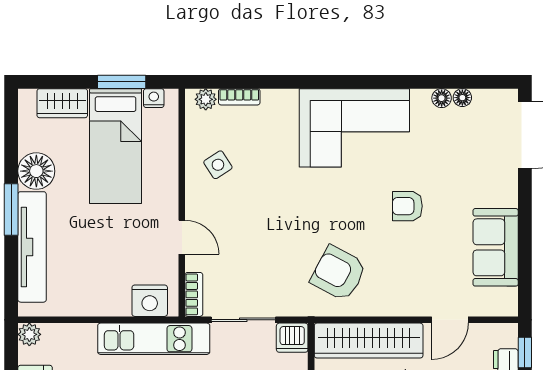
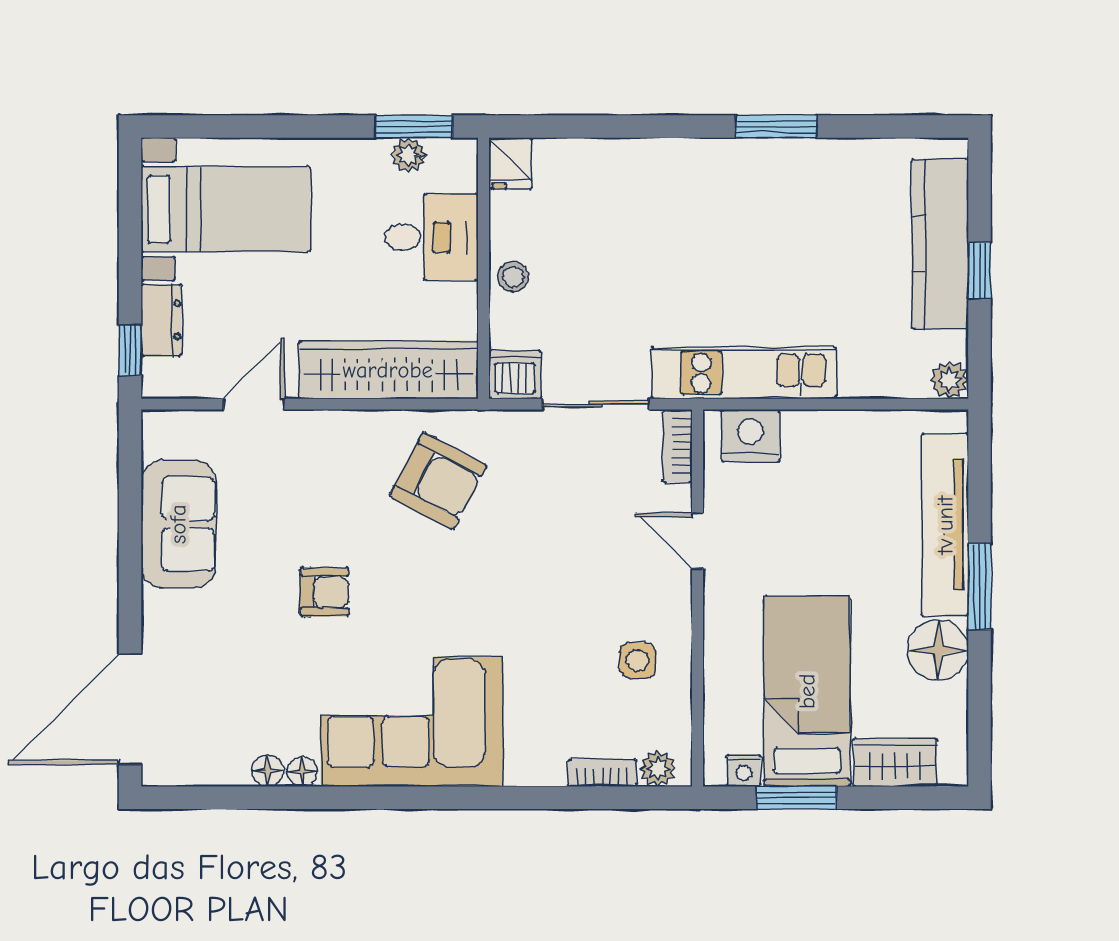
floor lamp: (462, 98) -> (302, 772), moved
side table: (218, 165) -> (638, 660), turned 33

